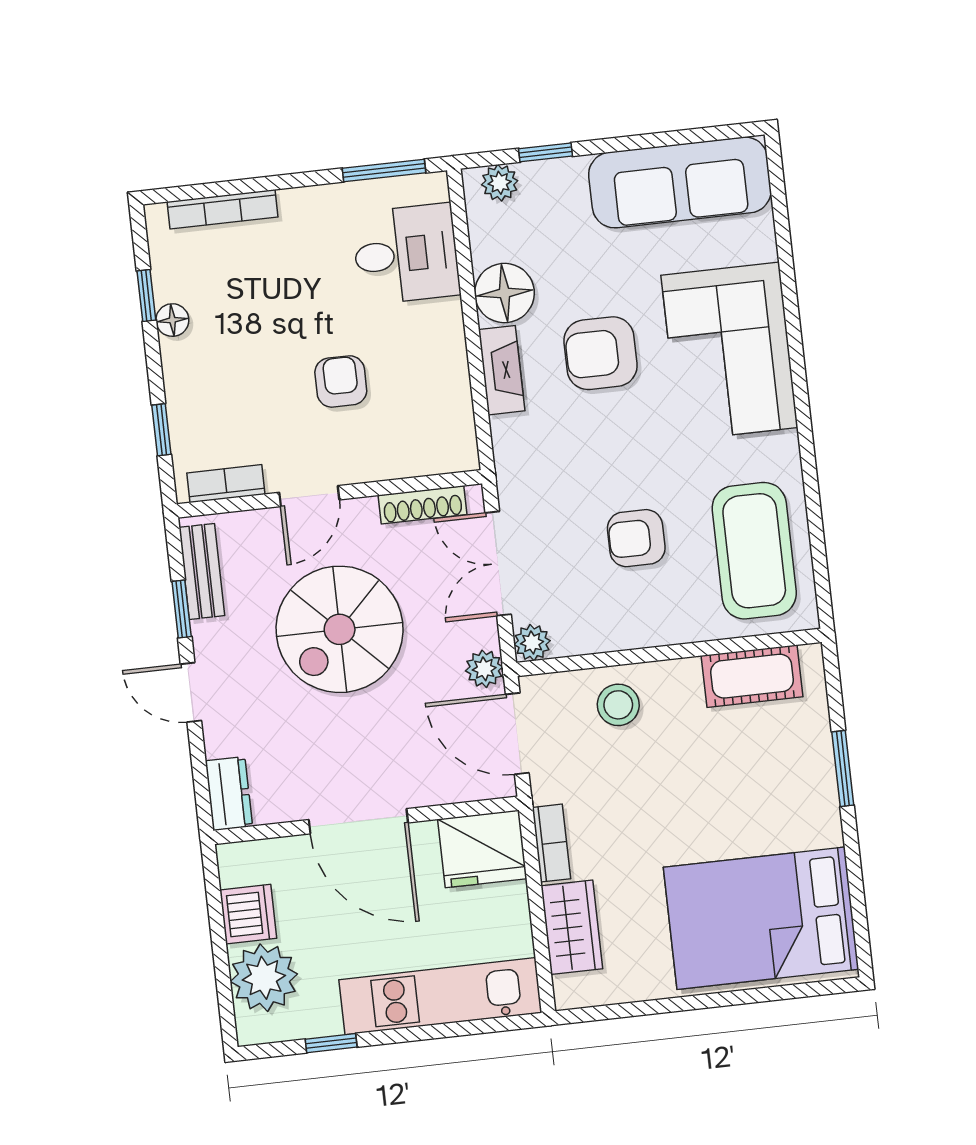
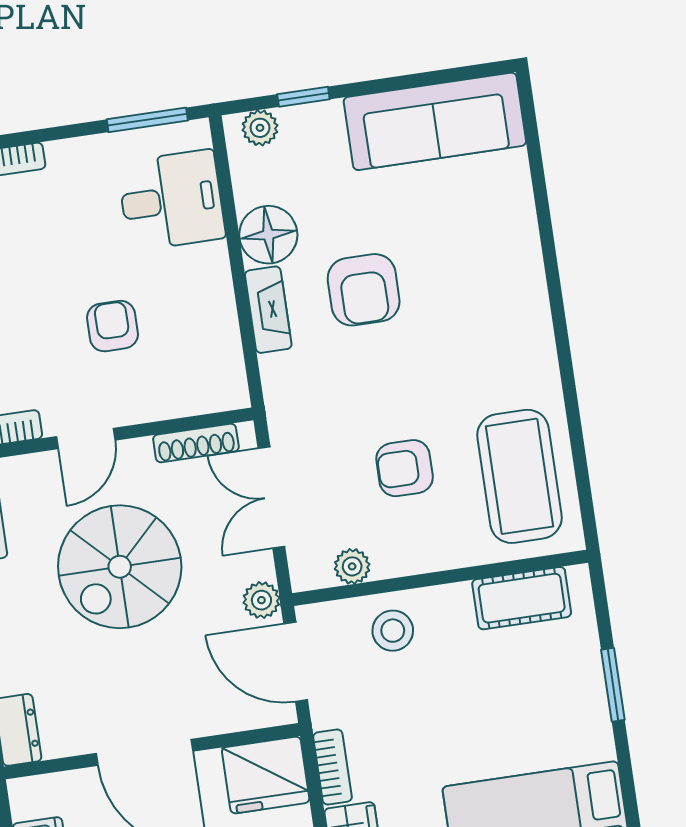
corner sofa: (729, 351) -> (489, 284), removed
armchair: (601, 353) -> (364, 290), turned -90
plant: (532, 643) -> (352, 566), moved

